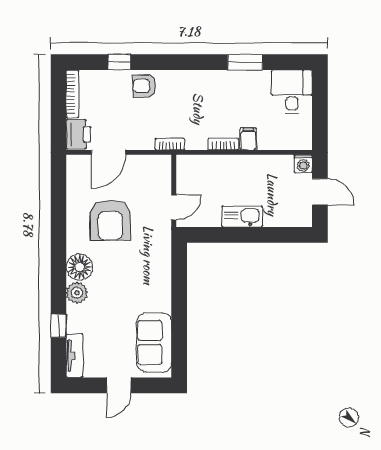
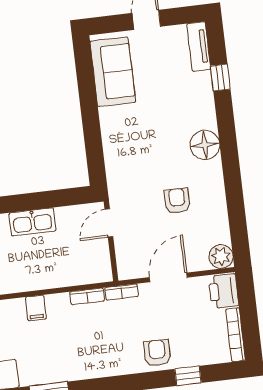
armchair: (144, 86) -> (157, 353), turned -90
bookcase: (223, 144) -> (87, 296), moved
door: (108, 152) -> (168, 277), moved
armchair: (110, 220) -> (177, 201), width x0.53, depth x0.53
plant: (77, 293) -> (221, 256), moved

